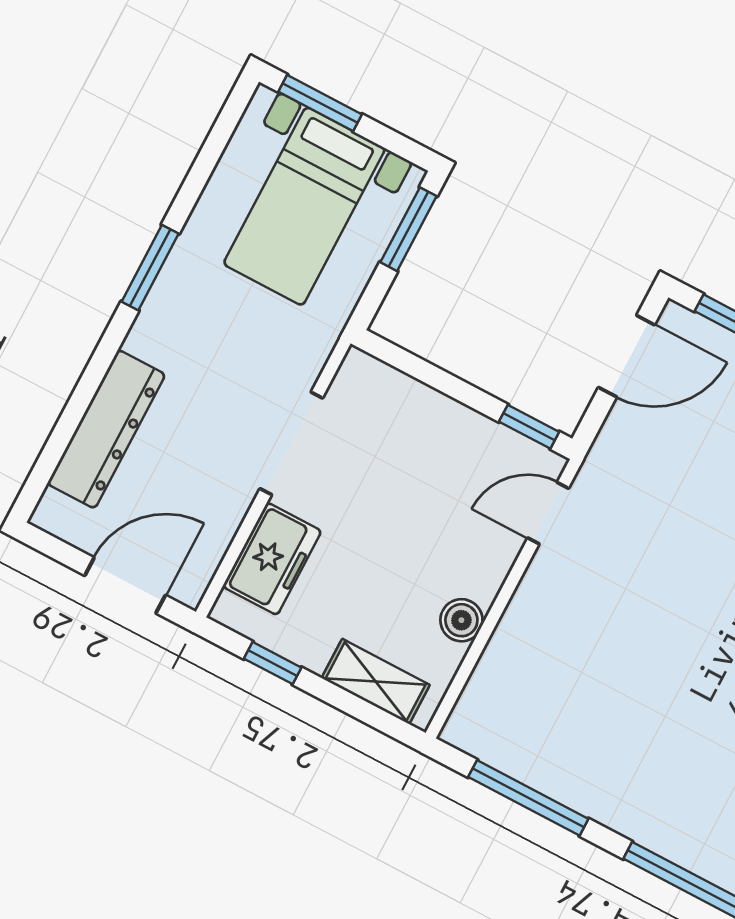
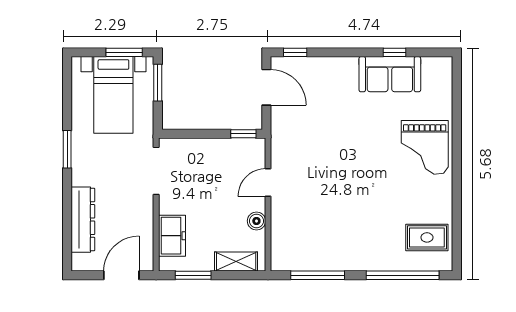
window: (320, 103) -> (124, 52), moved
door: (627, 356) -> (266, 87), hinge flipped
doorway: (291, 443) -> (156, 171), moved
door: (548, 513) -> (268, 182), moved
window: (273, 663) -> (193, 275), width x1.50

